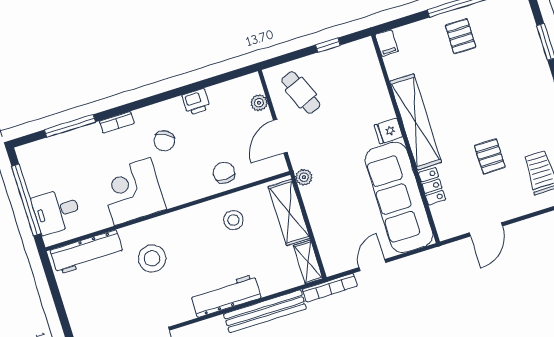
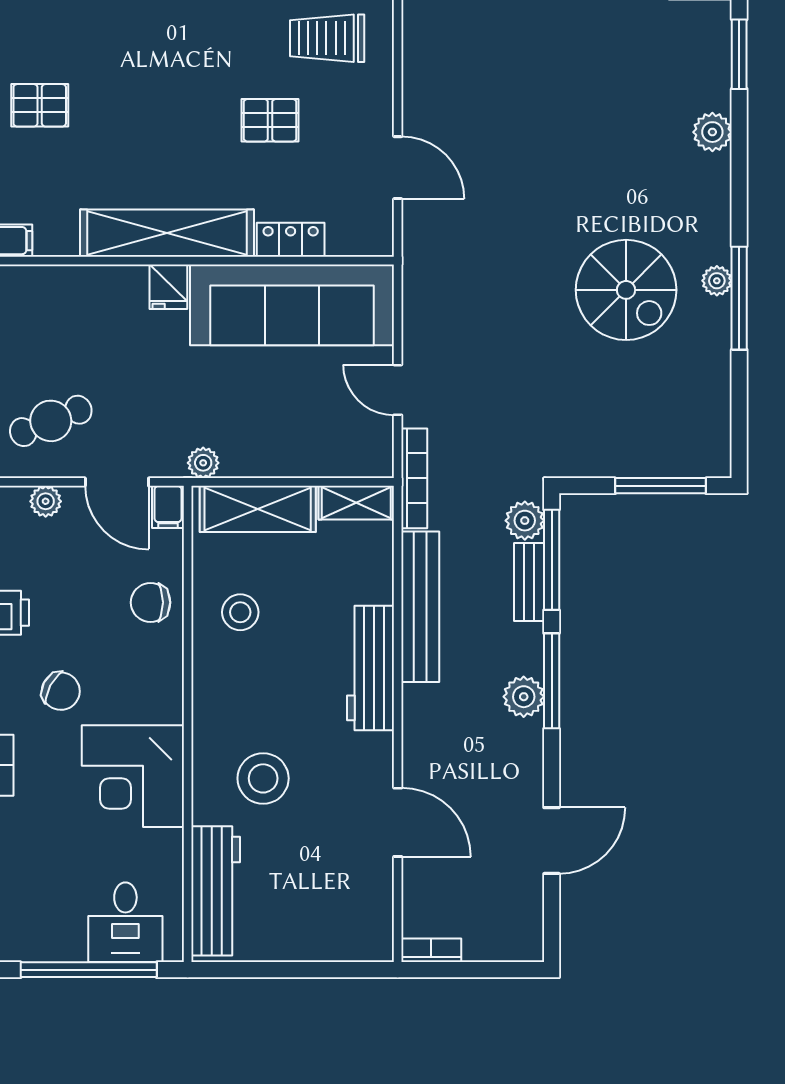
filing cabinet: (276, 166) -> (168, 507), added

